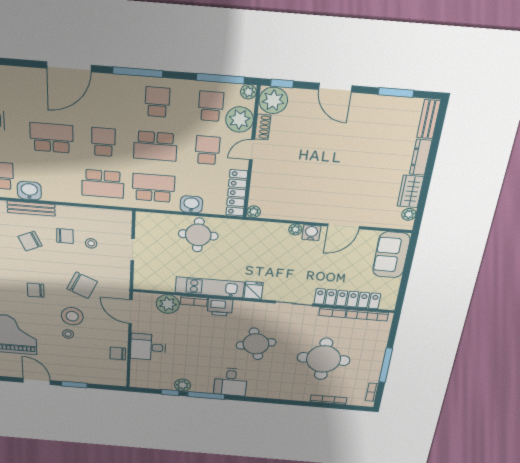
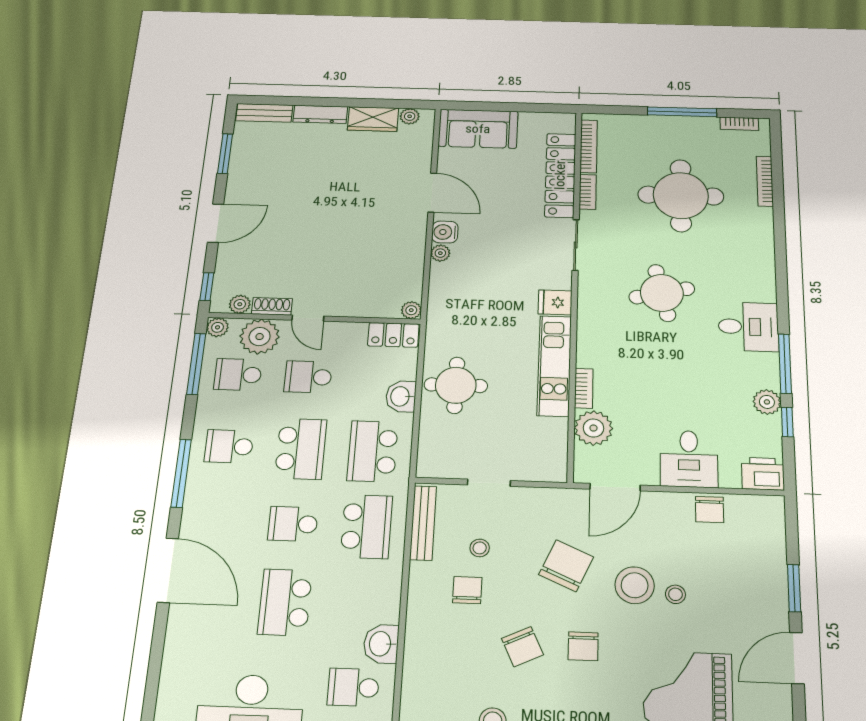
plant: (273, 100) -> (240, 304), width x0.53, depth x0.53
locker: (237, 193) -> (393, 335), width x0.66
bench: (31, 209) -> (423, 523), moved
chair: (30, 241) -> (522, 647), moved
printer: (220, 307) -> (763, 474), moved, turned -90

